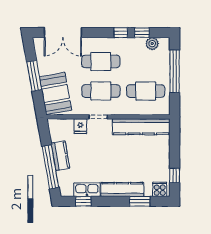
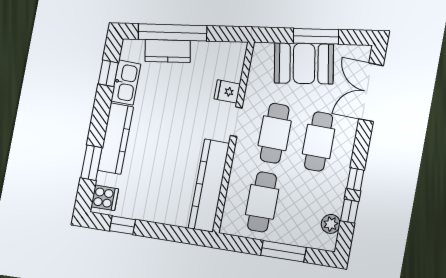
window: (175, 71) -> (284, 251), width x0.68
booth: (55, 94) -> (304, 63), moved
kitchen counter: (60, 156) -> (168, 51), moved

